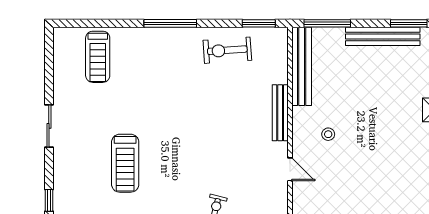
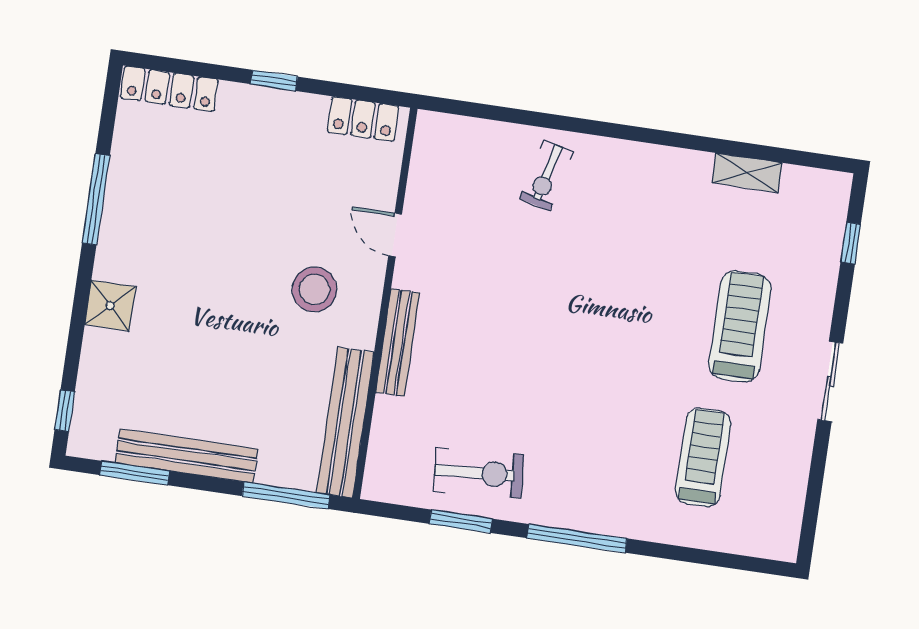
window: (259, 23) -> (461, 521), moved
treadmill: (98, 57) -> (703, 457), moved
stool: (328, 134) -> (314, 290), width x1.89, depth x1.89
treadmill: (125, 163) -> (740, 326), moved

